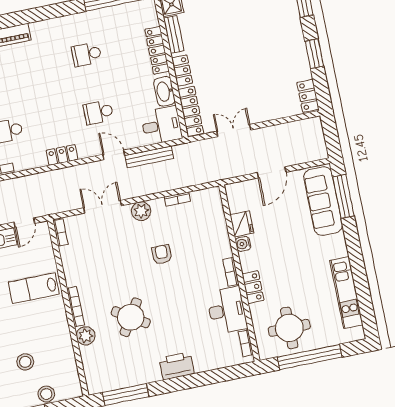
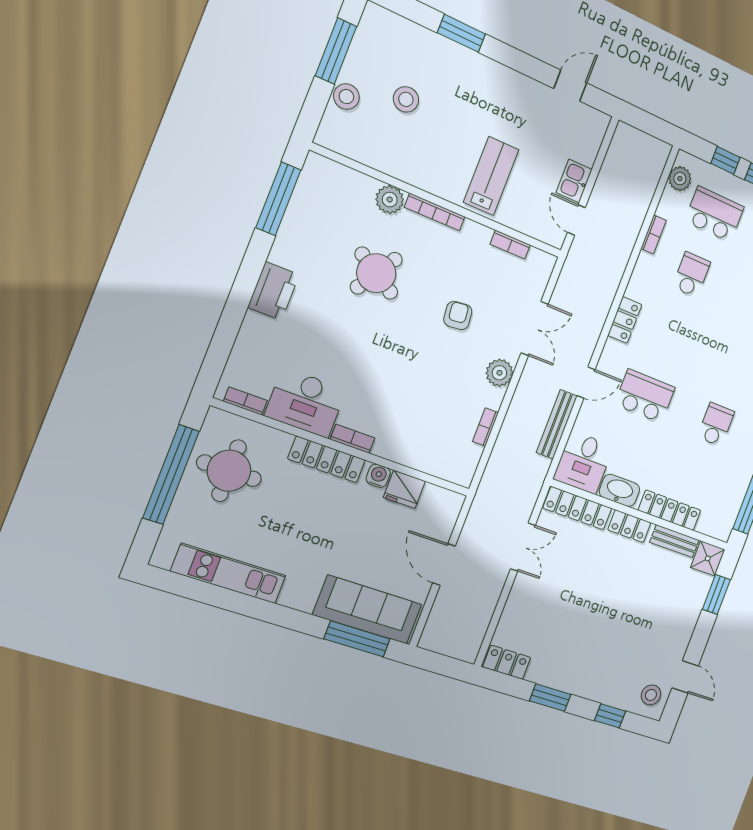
school desk: (98, 112) -> (645, 396), width x1.85
bookcase: (60, 233) -> (510, 245), moved
armchair: (162, 254) -> (458, 316), moved, turned -96
locker: (253, 287) -> (327, 459), width x1.53

